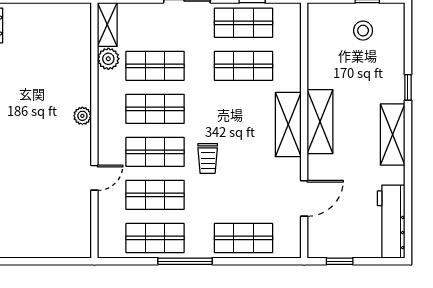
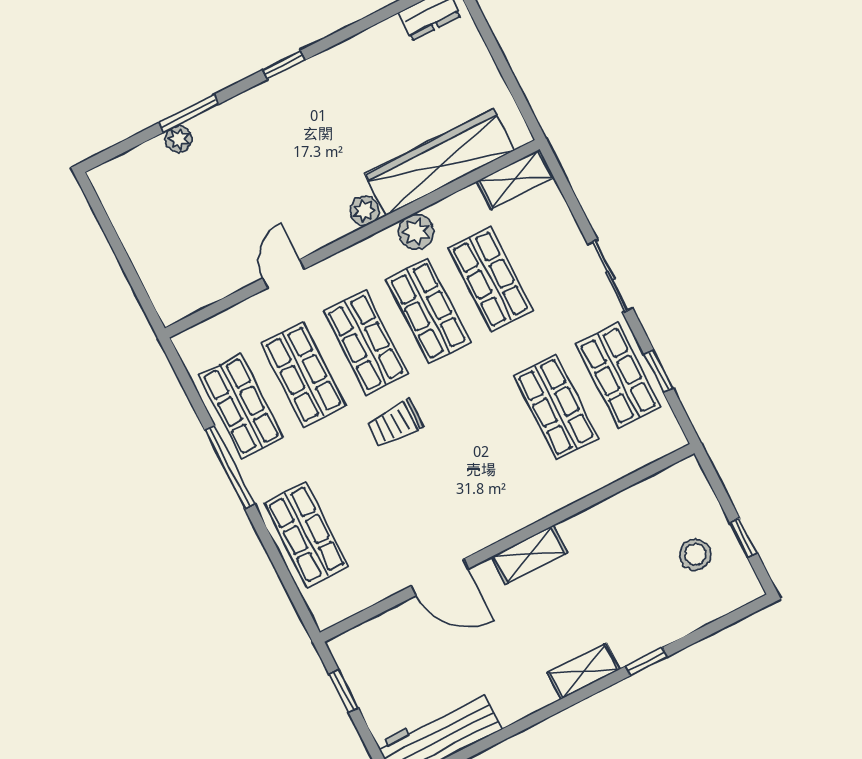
plant: (108, 59) -> (416, 232), moved
wardrobe: (77, 61) -> (440, 162), added
shelving: (320, 122) -> (529, 555), width x0.67, depth x0.75
shelving: (288, 125) -> (504, 515), removed
shelving: (393, 134) -> (584, 671), width x0.67, depth x0.75
door: (94, 178) -> (283, 274), swing flipped
door: (304, 198) -> (440, 577), moved

